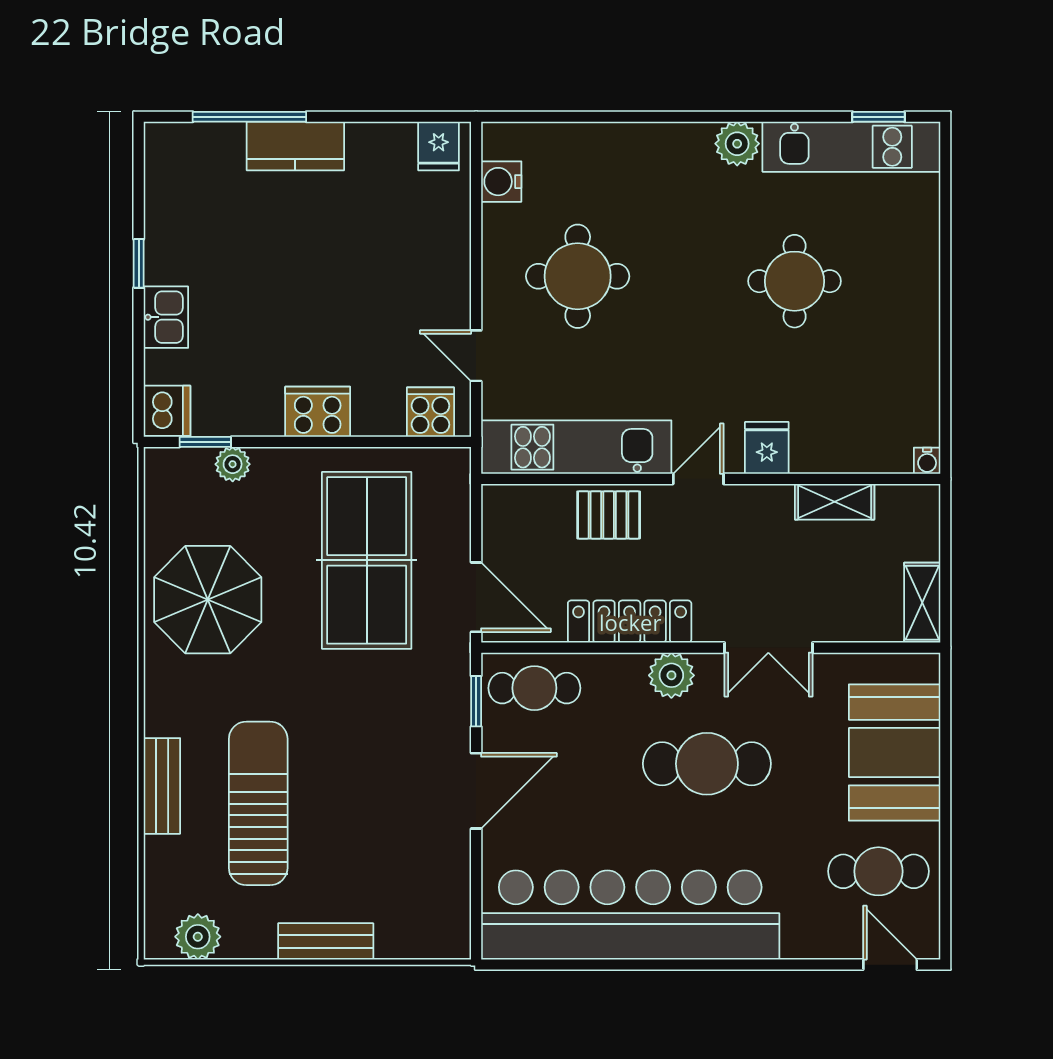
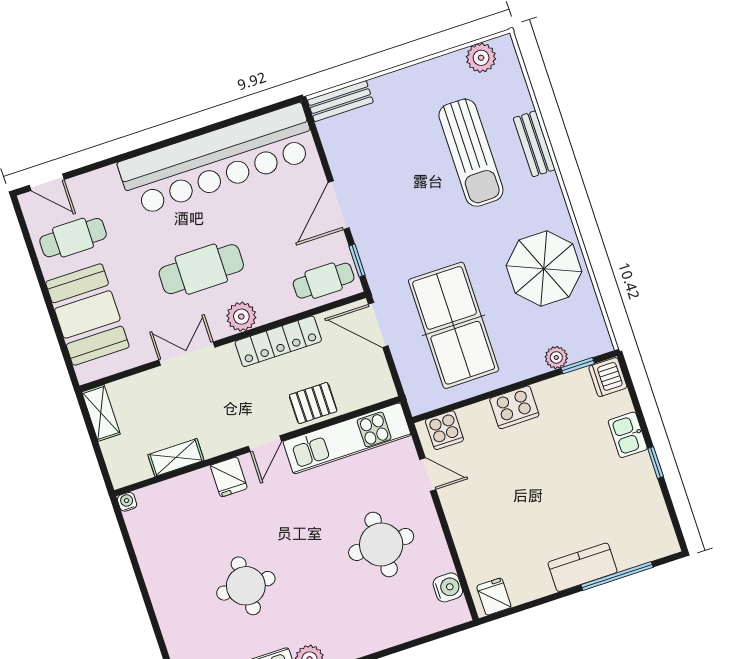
bench: (326, 941) -> (340, 101), moved

